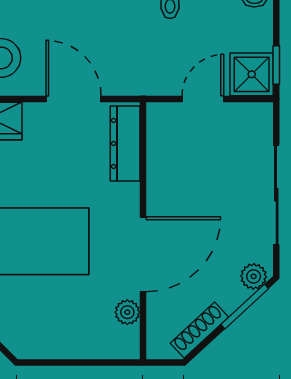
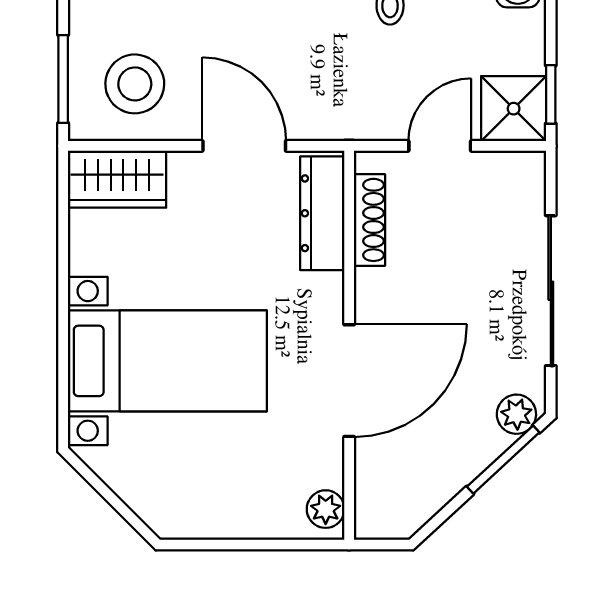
plant: (127, 312) -> (326, 509), moved
shoe rack: (199, 330) -> (369, 220), moved, turned 133

